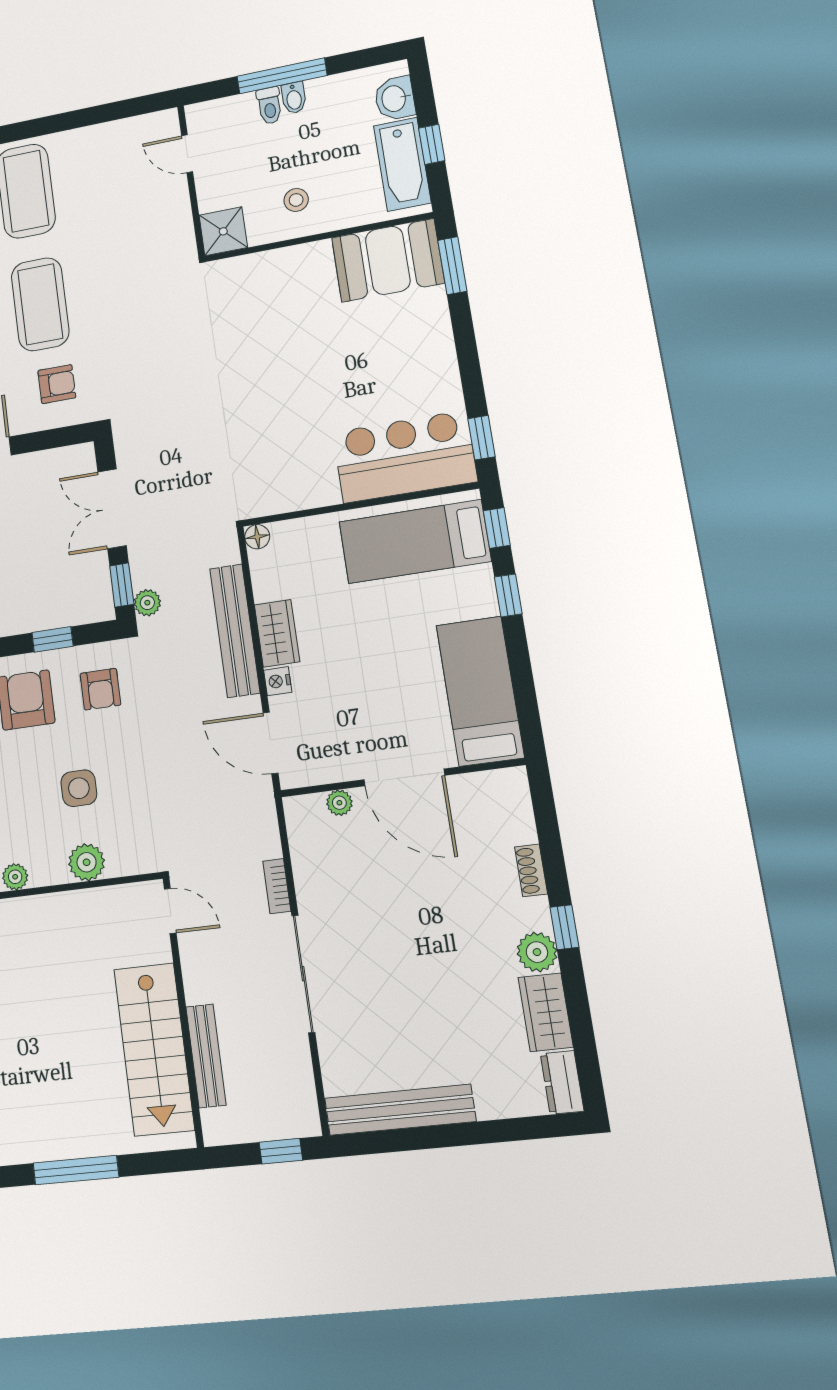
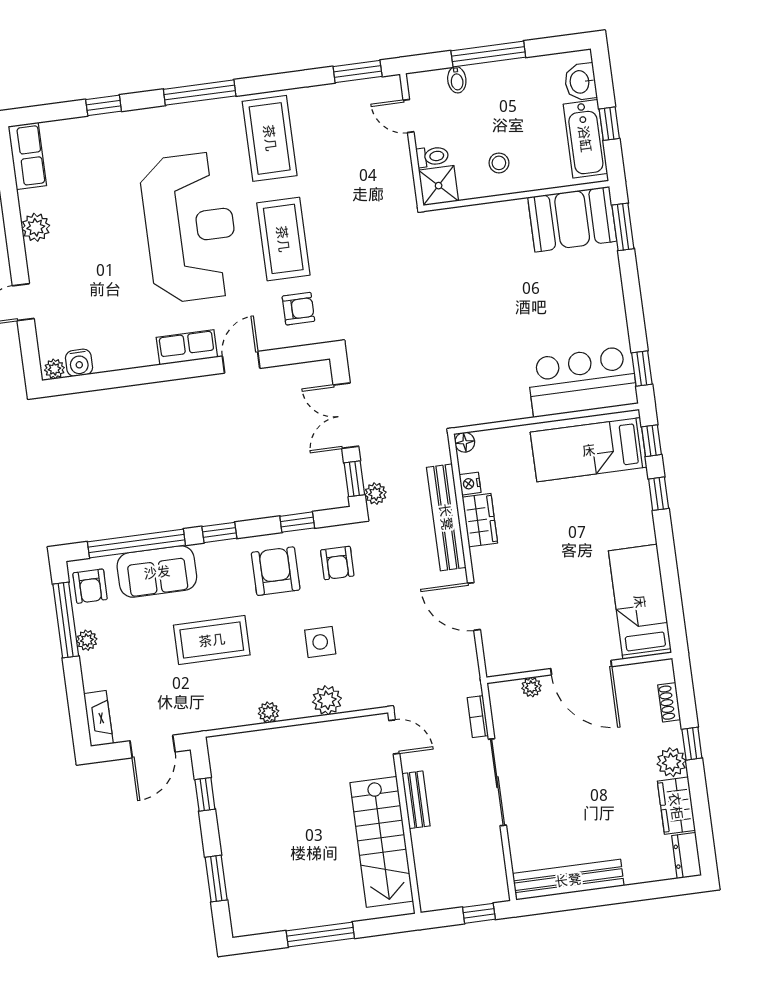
bidet: (294, 98) -> (457, 80), moved
toilet: (269, 106) -> (432, 157), moved, turned -90
window: (128, 108) -> (358, 71), added
nightstand: (278, 681) -> (470, 484), moved
bed: (480, 691) -> (640, 602), moved
door: (404, 777) -> (581, 668), moved
wall: (402, 778) -> (579, 668), moved
plant: (339, 803) -> (531, 687), moved
bench: (206, 1056) -> (416, 800), moved, width x0.73

